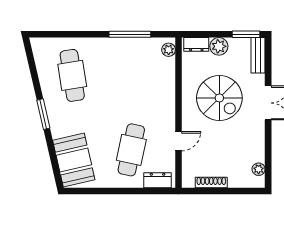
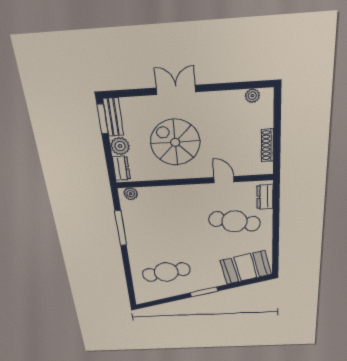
bench: (258, 55) -> (113, 117), moved, turned 90
spiral stairs: (219, 98) -> (175, 142), turned -90

